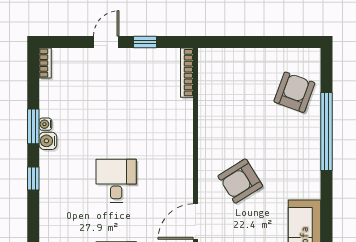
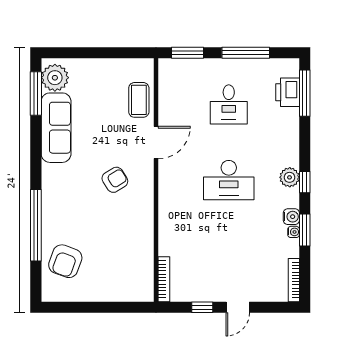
bookcase: (45, 63) -> (294, 280), width x1.56
desk: (116, 181) -> (229, 180), width x1.37
armchair: (240, 181) -> (115, 180), width x0.72, depth x0.72
plant: (50, 184) -> (290, 177), added

